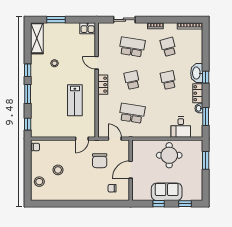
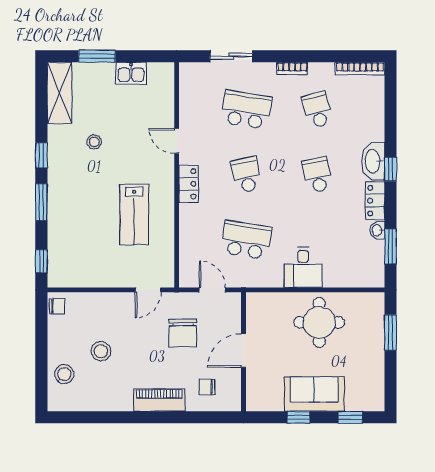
kitchen sink: (88, 28) -> (131, 73), moved
desk: (181, 127) -> (303, 267), moved
piano: (88, 195) -> (159, 400), added

